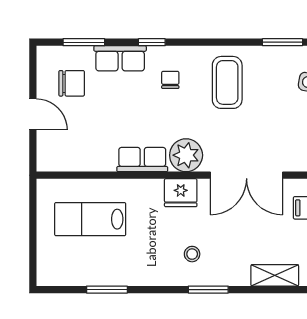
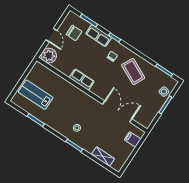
coffee table: (227, 82) -> (133, 72), turned -64
plant: (186, 155) -> (49, 56), moved
double door: (247, 175) -> (117, 112), swing flipped
fridge: (181, 193) -> (88, 102), removed
lab bench: (90, 219) -> (36, 95), moved

